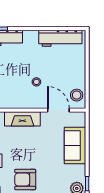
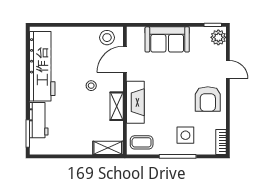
workbench: (60, 38) -> (42, 66), width x1.36, depth x1.32
shelving: (19, 103) -> (117, 106), added

